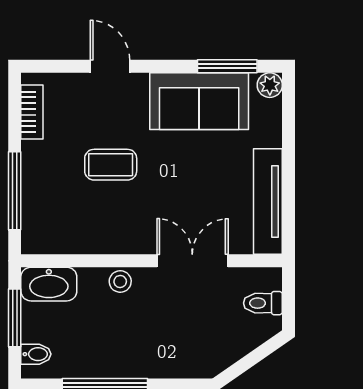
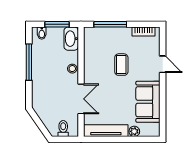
door: (110, 66) -> (163, 64), hinge flipped
window: (227, 66) -> (163, 114), removed
plant: (270, 85) -> (134, 131), moved

